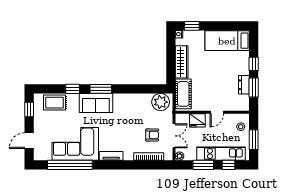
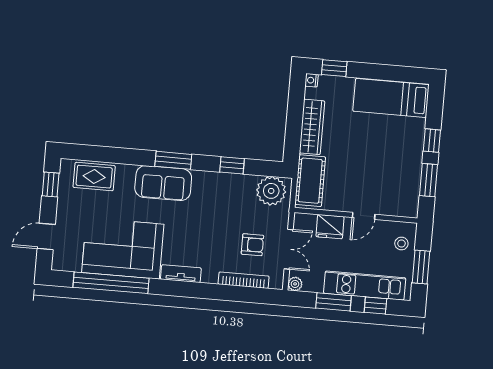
dresser: (244, 85) -> (413, 174), removed
window: (73, 89) -> (232, 165), moved

